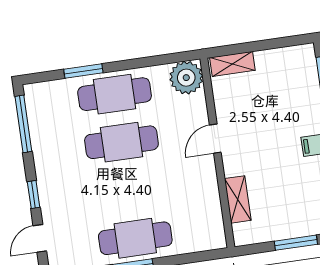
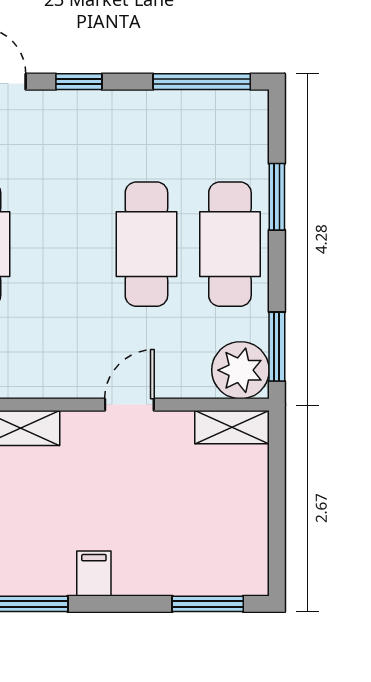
window: (170, 59) -> (277, 347), added
shelving: (232, 64) -> (232, 427), moved, turned 90
door: (215, 139) -> (129, 405), hinge flipped

